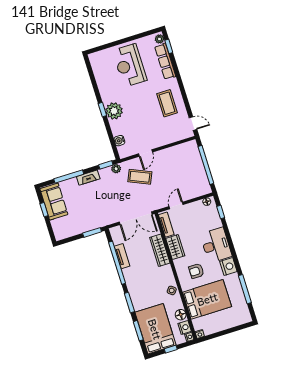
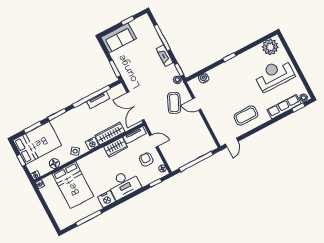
plant: (114, 111) -> (270, 47), moved
sofa: (54, 202) -> (119, 38), moved
armchair: (196, 271) -> (146, 159), moved
nightstand: (185, 327) -> (92, 144), moved

